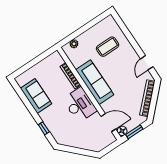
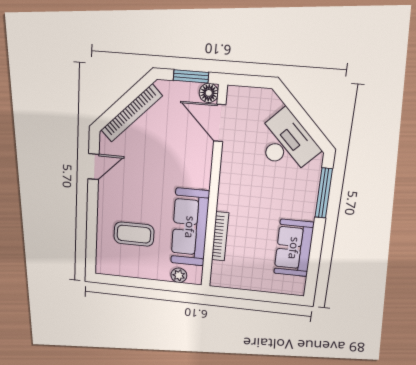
sofa: (95, 82) -> (190, 227), moved
desk: (80, 105) -> (286, 143), moved, turned 135
window: (44, 128) -> (324, 193), width x2.17

